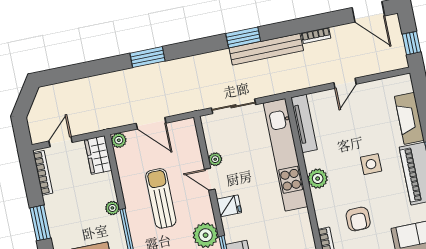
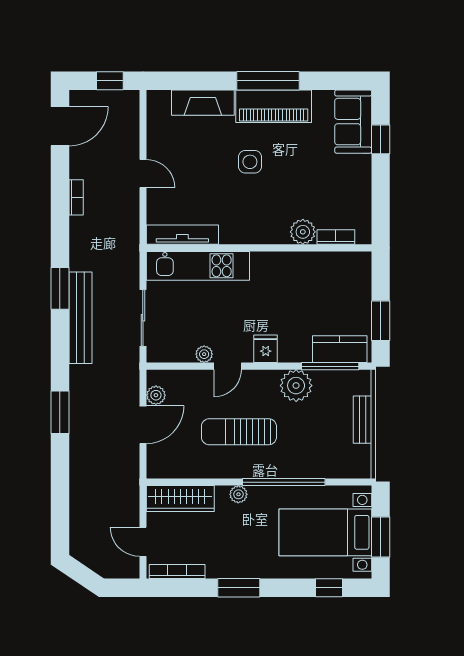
bench: (266, 49) -> (80, 318), moved
plant: (119, 140) -> (156, 395), moved
wardrobe: (98, 155) -> (180, 499), width x1.50
kitchen unit: (285, 155) -> (198, 266), width x0.73
plant: (318, 179) -> (303, 232), moved
armchair: (358, 219) -> (315, 192), removed

